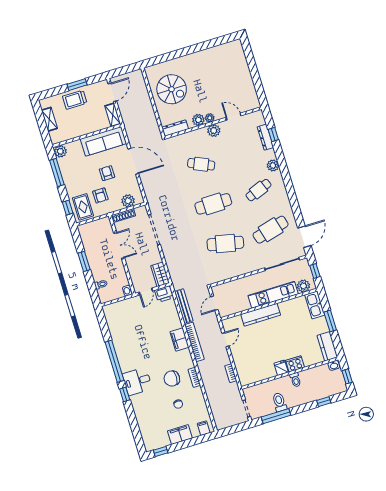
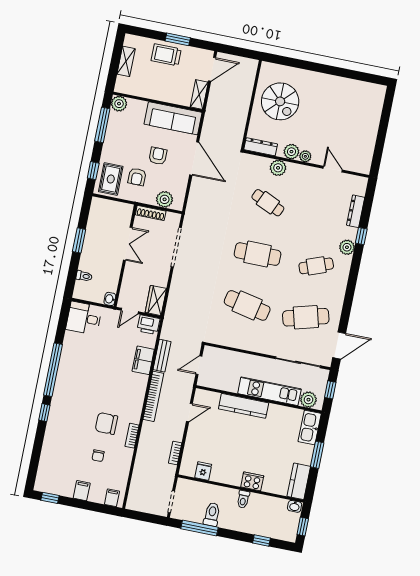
plant: (214, 130) -> (278, 168), moved
window: (273, 135) -> (361, 236), moved
bench: (184, 306) -> (162, 356), width x0.73
filing cabinet: (179, 340) -> (143, 360), moved
fridge: (281, 368) -> (203, 471), moved
desk: (137, 381) -> (84, 318), moved
filing cabinet: (180, 435) -> (82, 491), width x0.50

